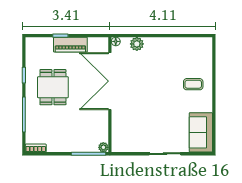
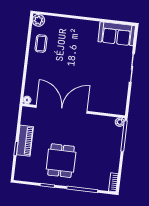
plant: (137, 44) -> (38, 20), moved
double door: (110, 81) -> (62, 109), swing flipped
coffee table: (193, 84) -> (41, 44), moved
dining table: (53, 87) -> (61, 161), turned 90

